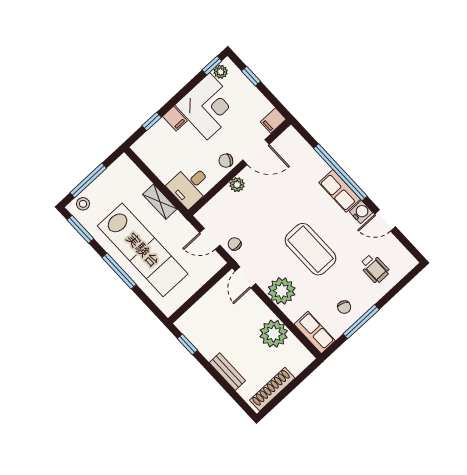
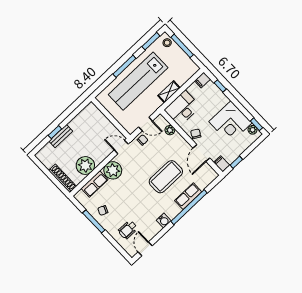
window: (251, 76) -> (236, 162), moved
filing cabinet: (175, 119) -> (202, 80), moved
plant: (237, 185) -> (170, 130), moved
desk: (190, 186) -> (182, 108), width x1.37
row of seats: (340, 191) -> (188, 196), moved
door: (385, 220) -> (145, 249), moved
door: (210, 239) -> (146, 124), swing flipped
coffee table: (311, 249) -> (166, 177), moved
row of seats: (315, 332) -> (95, 184), moved
window: (187, 344) -> (55, 132), moved
shoe rack: (272, 389) -> (63, 178), moved

